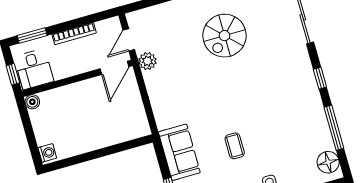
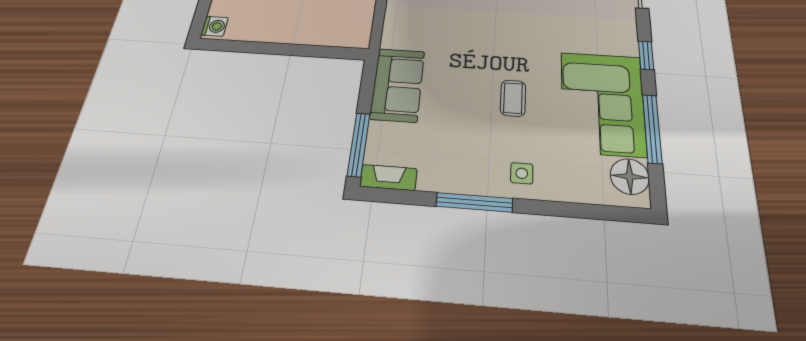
corner sofa: (302, 121) -> (602, 103), added
coffee table: (235, 146) -> (513, 98), moved

